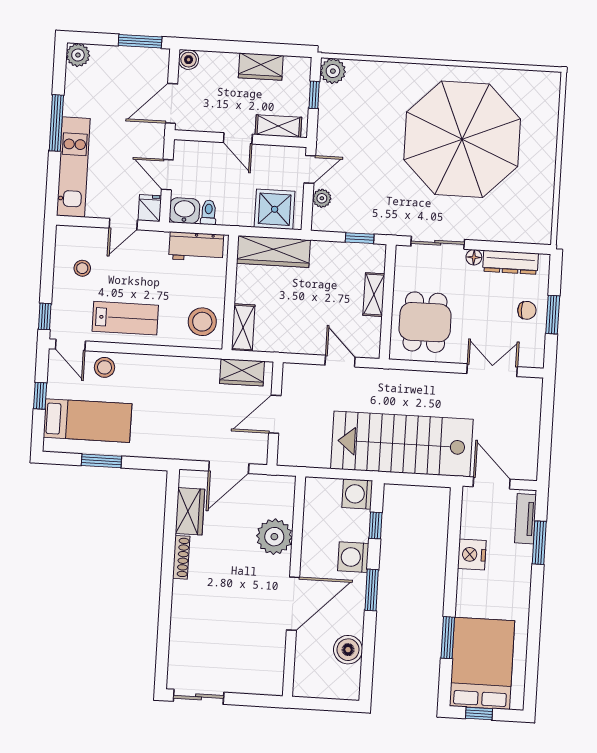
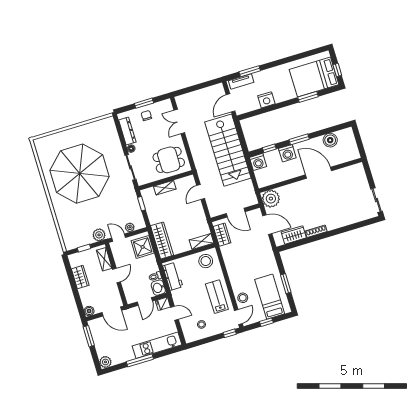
plant: (333, 71) -> (99, 235), moved
plant: (274, 537) -> (271, 199), moved

